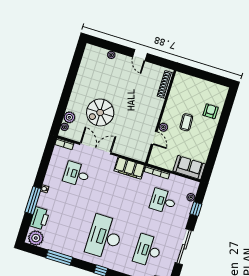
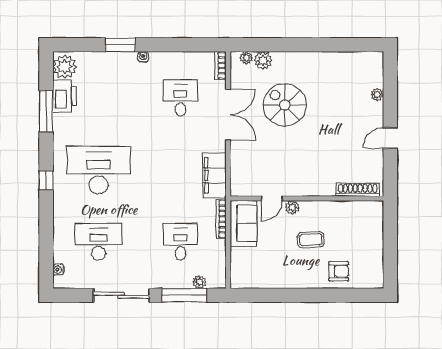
sofa: (189, 168) -> (243, 223), moved
window: (33, 200) -> (120, 45), width x0.69
window: (196, 209) -> (184, 295), width x2.17
printer: (40, 218) -> (64, 96), moved, turned -90

